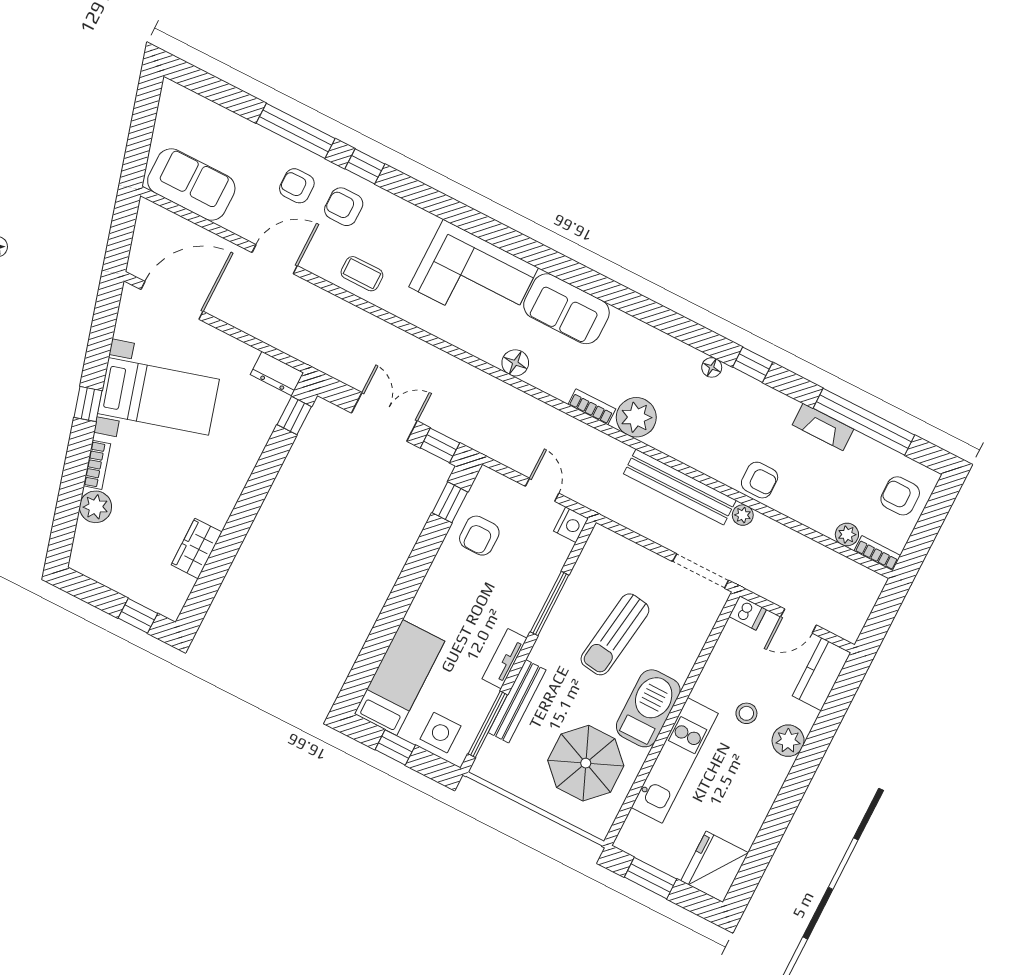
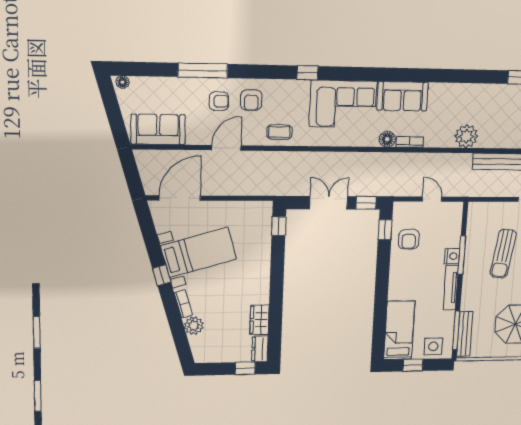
window: (365, 166) -> (308, 73), moved
armchair: (297, 186) -> (219, 101), turned 180
armchair: (344, 207) -> (251, 100), turned -90
floor lamp: (712, 367) -> (123, 82), moved
dresser: (277, 374) -> (260, 349), moved, turned 90
bookcase: (592, 407) -> (410, 142), moved
nightstand: (571, 525) -> (452, 256), moved
tv unit: (504, 659) -> (451, 288), width x1.41
bench: (517, 701) -> (465, 334), moved

